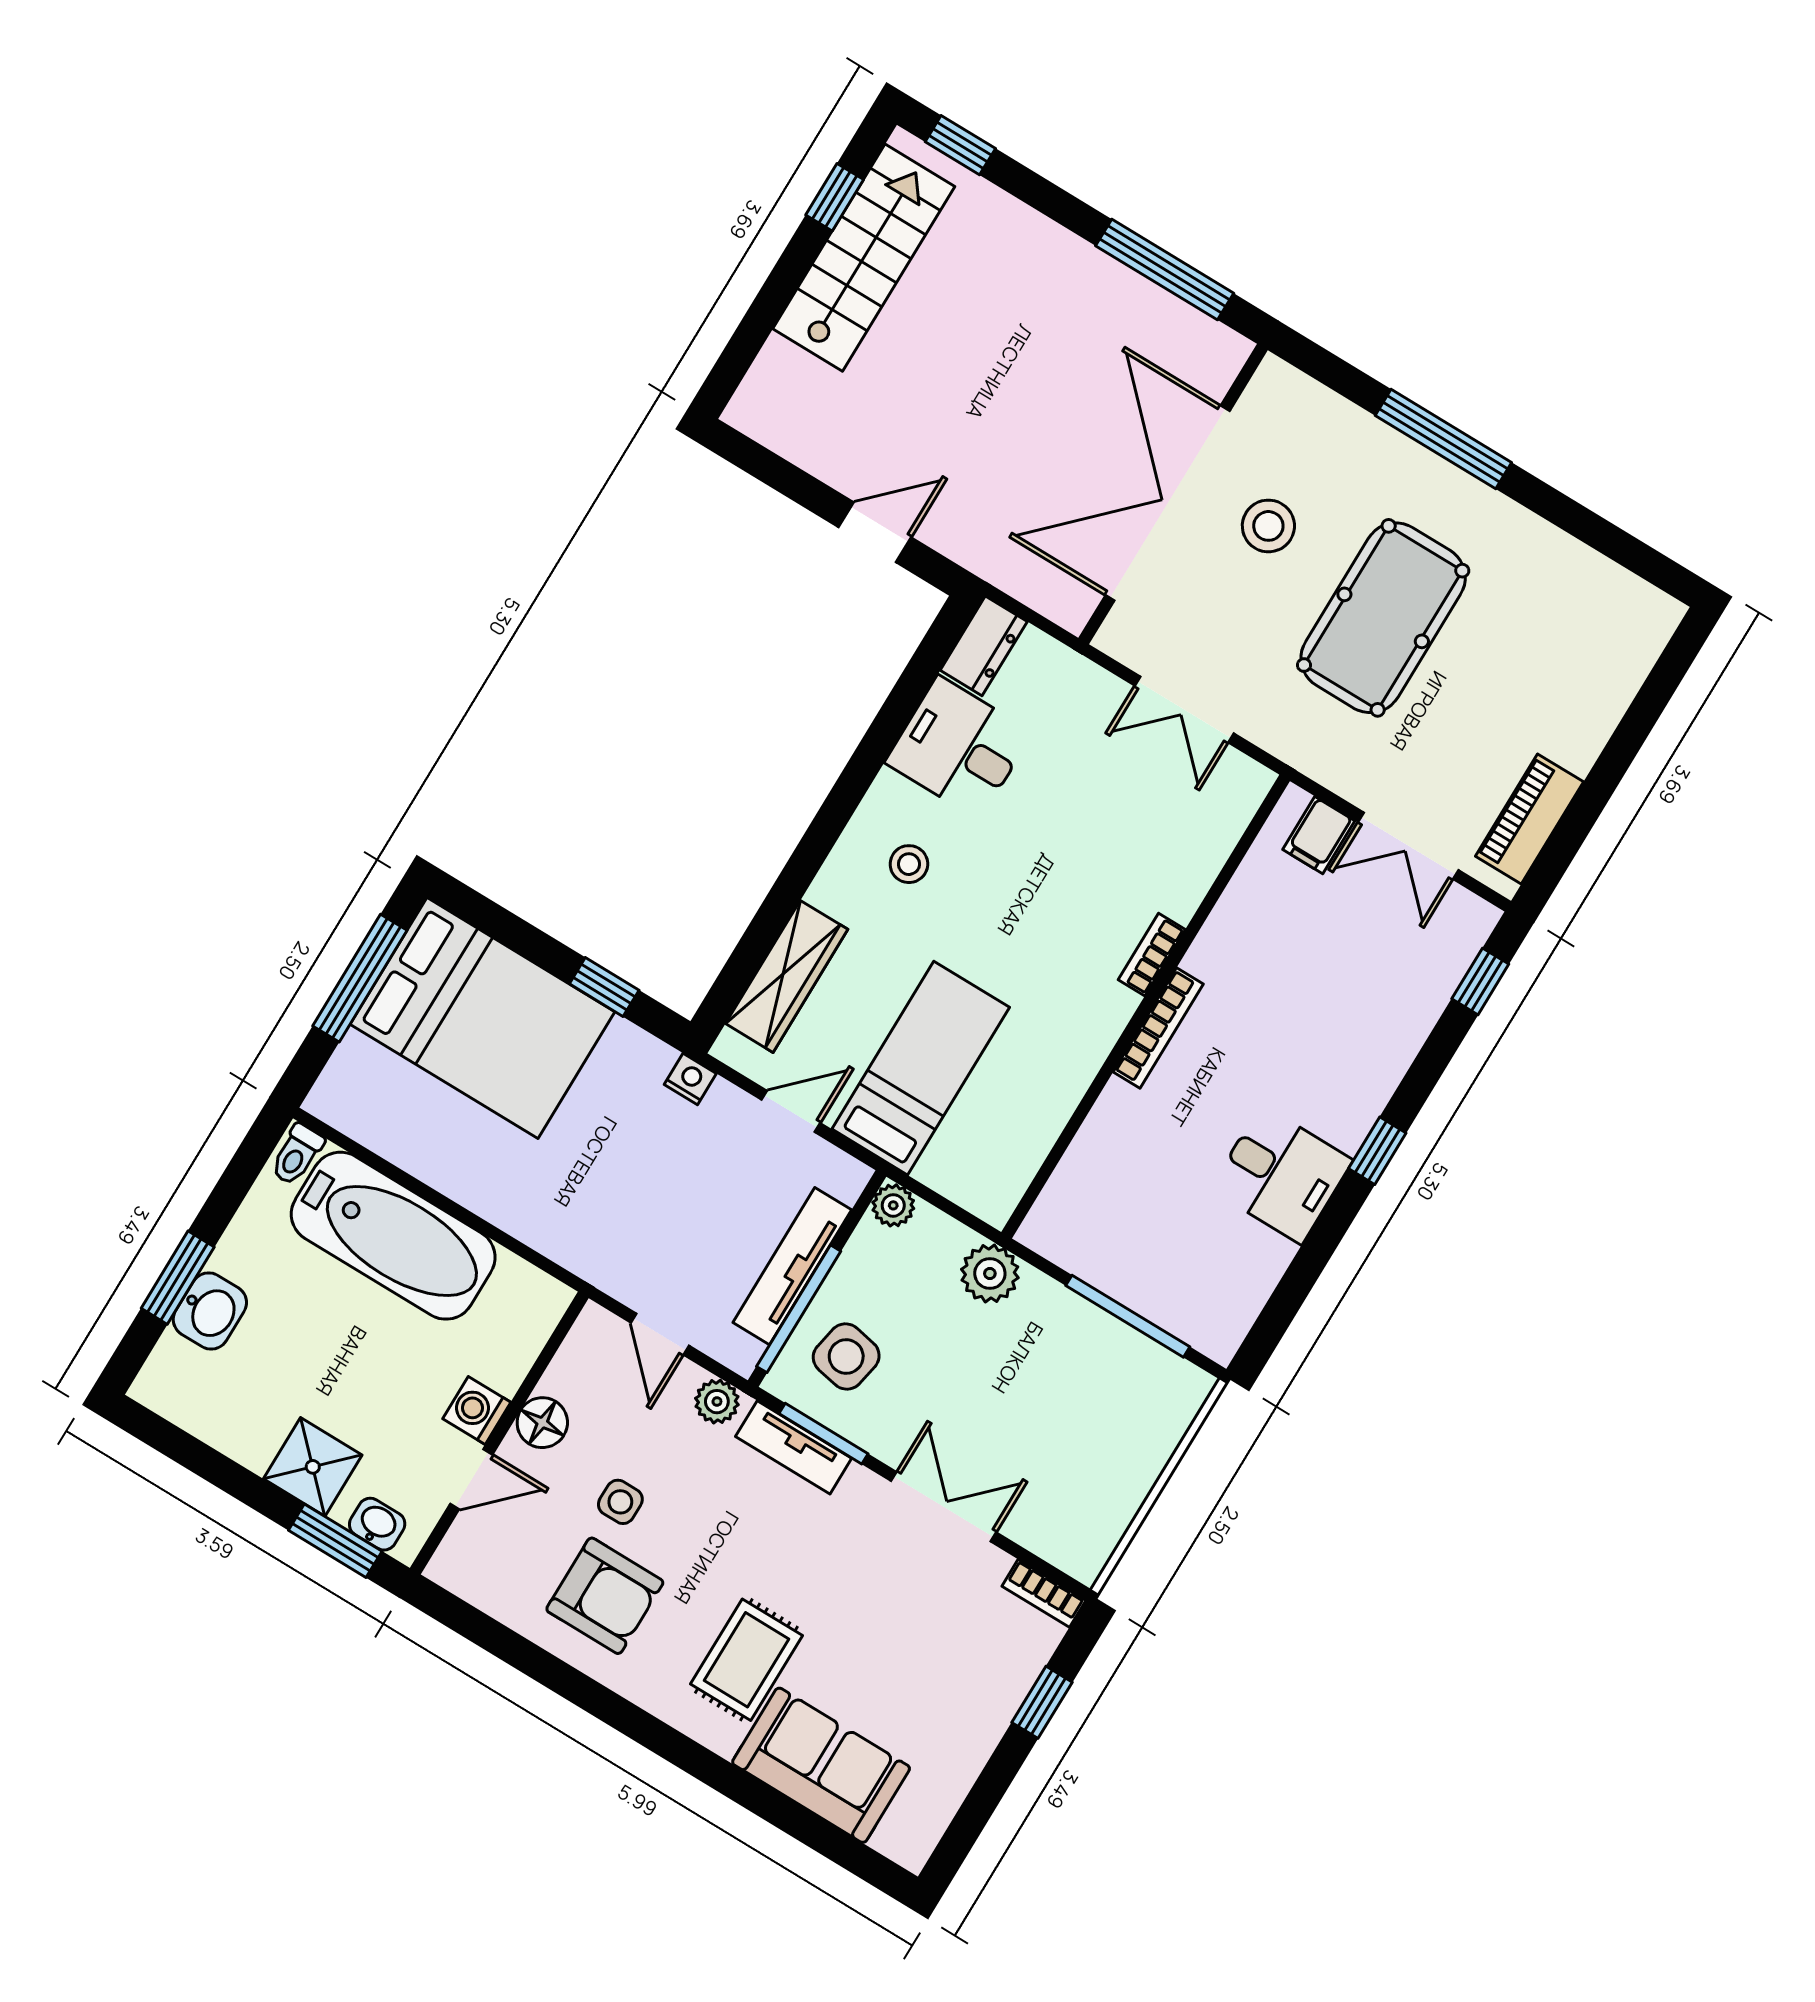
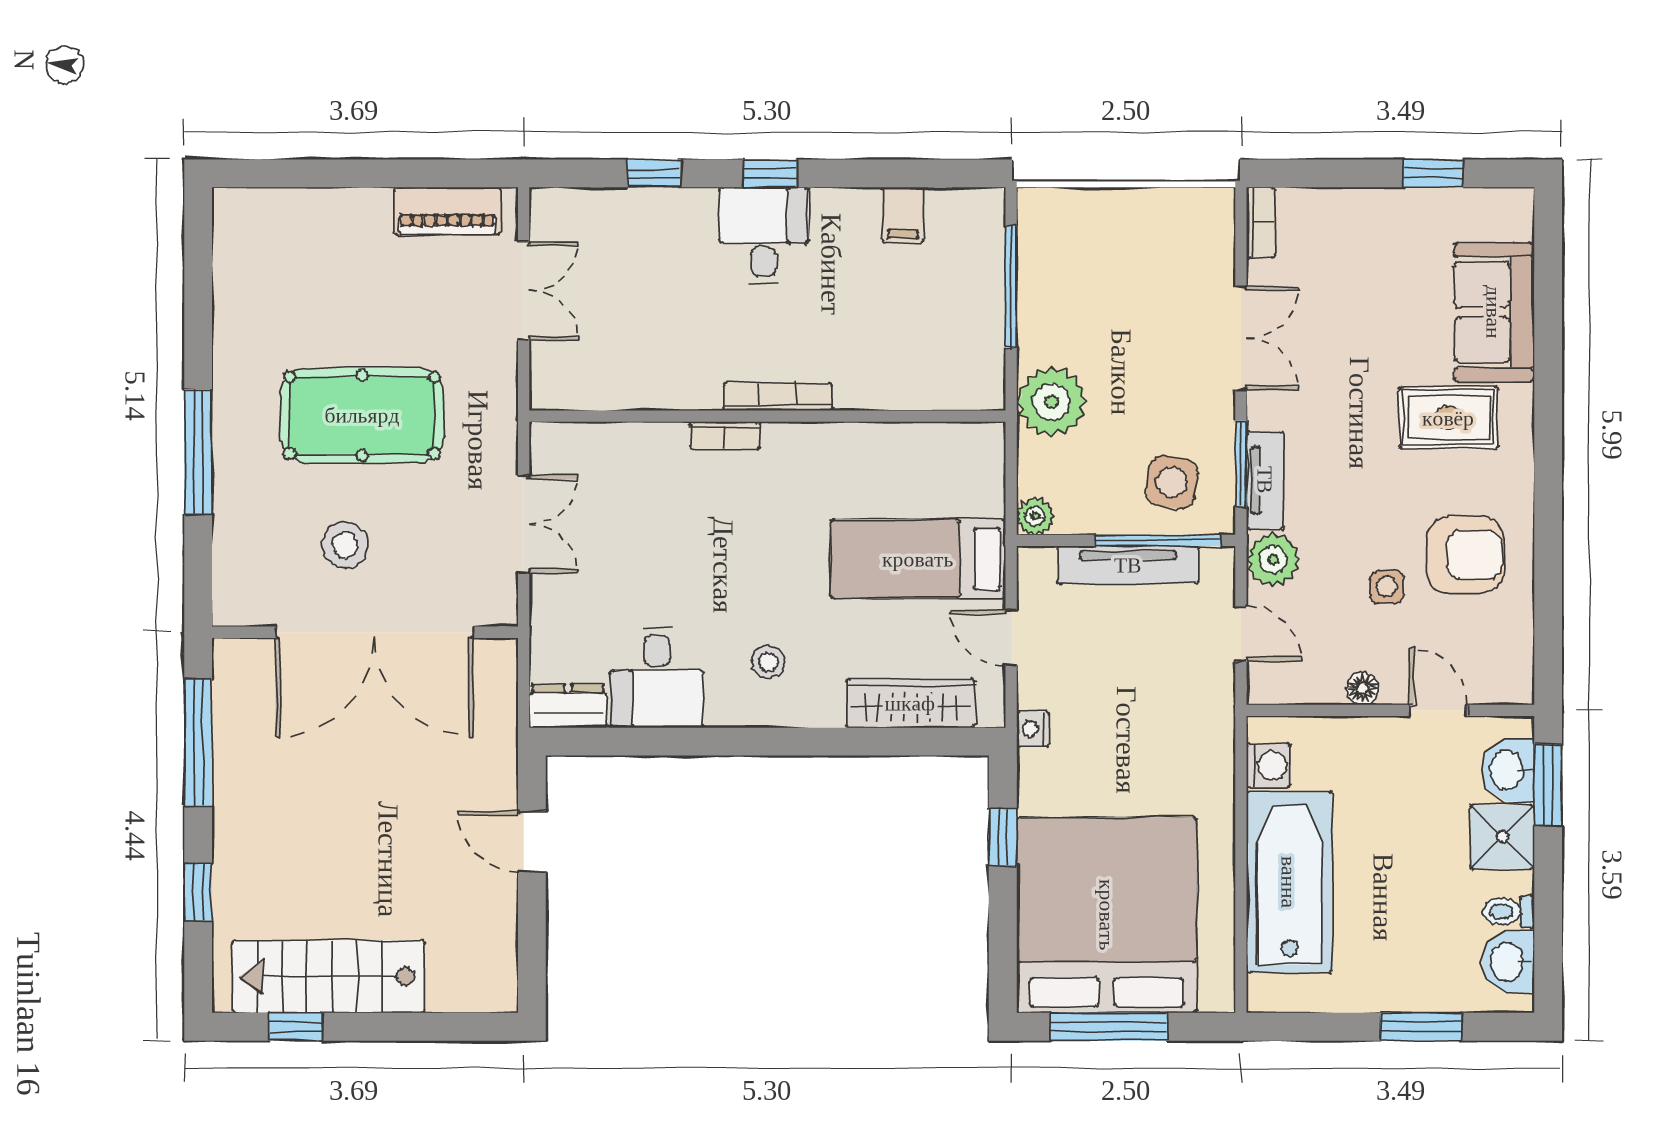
window: (960, 145) -> (198, 892), moved
filing cabinet: (1319, 835) -> (903, 215), moved, turned 90
window: (1480, 981) -> (654, 173), moved
bed: (482, 1018) -> (1107, 915), width x1.36
toilet: (297, 1155) -> (1509, 911), moved, turned 180
desk: (1281, 1175) -> (764, 235), moved
plant: (990, 1273) -> (1052, 402), width x1.36, depth x1.36
washbasin: (210, 1311) -> (1508, 962), moved, turned -90
door: (660, 1334) -> (1241, 634), hinge flipped
plant: (717, 1402) -> (1273, 560), width x1.38, depth x1.38
washing machine: (477, 1410) -> (1269, 765), moved, turned -90
floor lamp: (542, 1423) -> (1363, 689), width x0.73, depth x0.73
double door: (944, 1507) -> (1241, 339), swing flipped
washbasin: (377, 1524) -> (1508, 770), width x1.38, depth x1.45
armchair: (605, 1596) -> (1465, 555), turned 90
window: (1042, 1702) -> (1433, 173), moved

